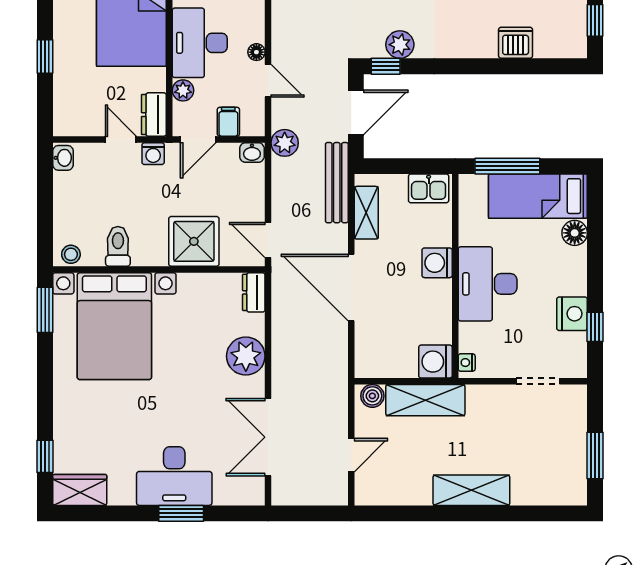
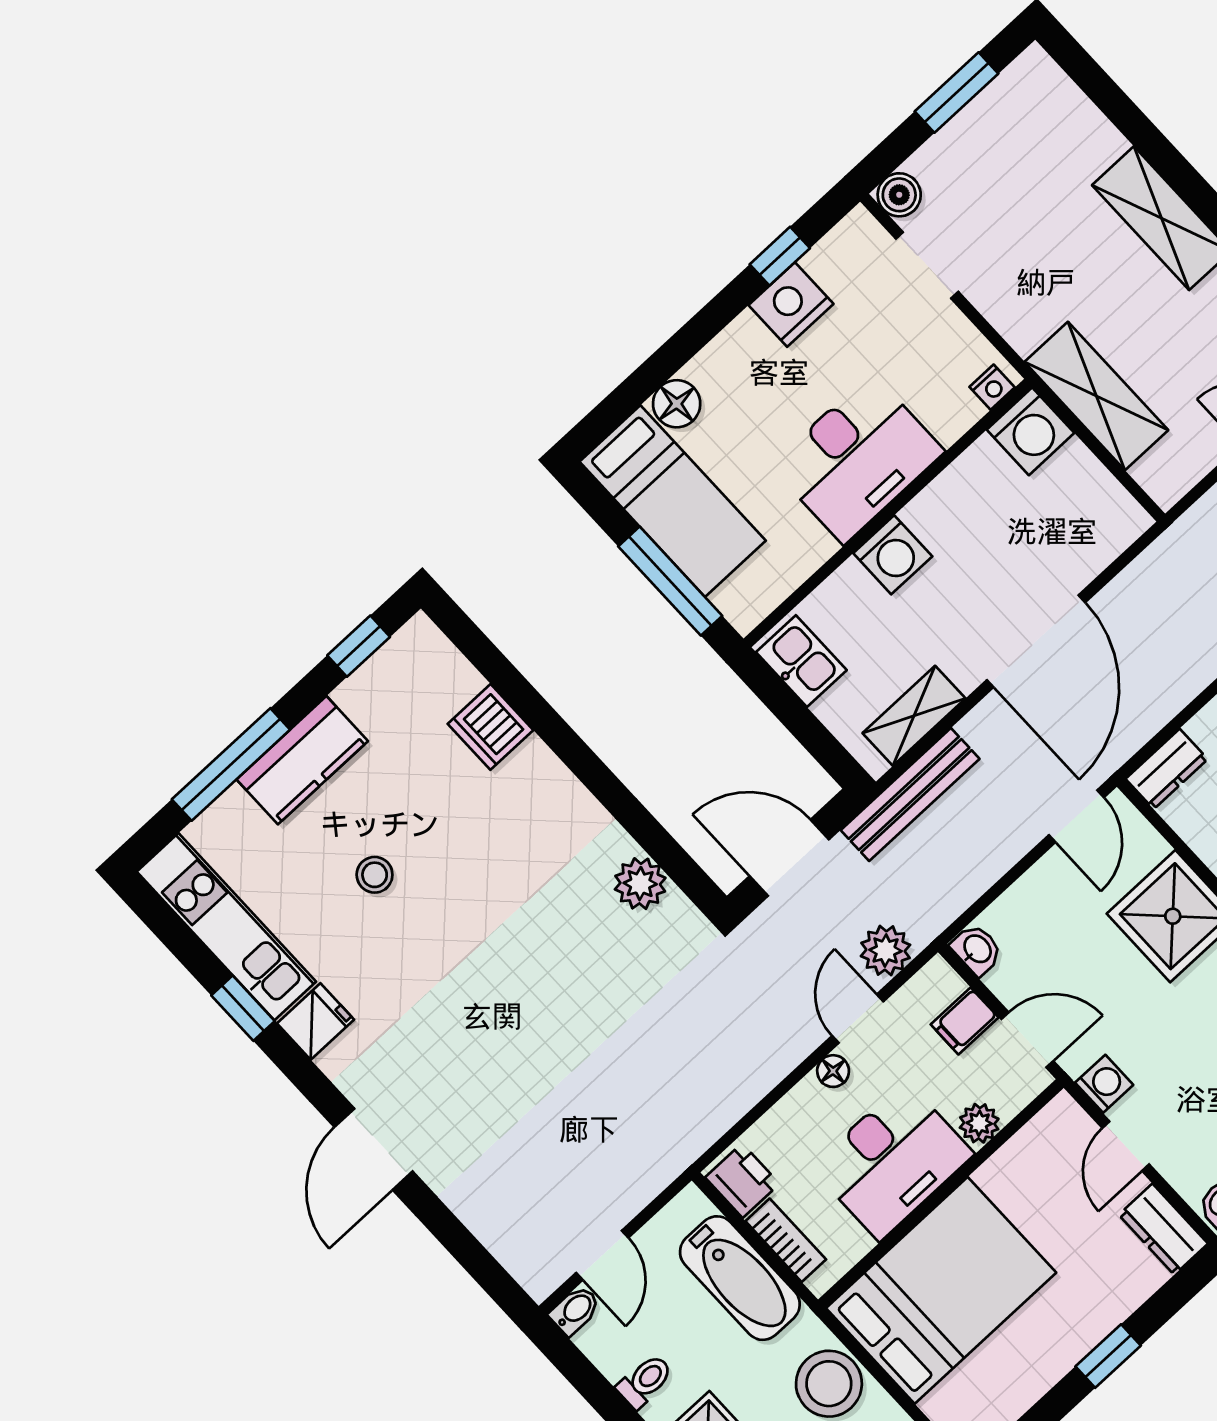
window: (386, 66) -> (688, 875), removed
dresser: (154, 115) -> (1163, 1229), moved, turned 90
plant: (285, 143) -> (886, 950), moved
boiler: (372, 396) -> (899, 195), moved

